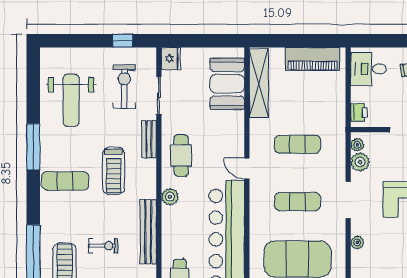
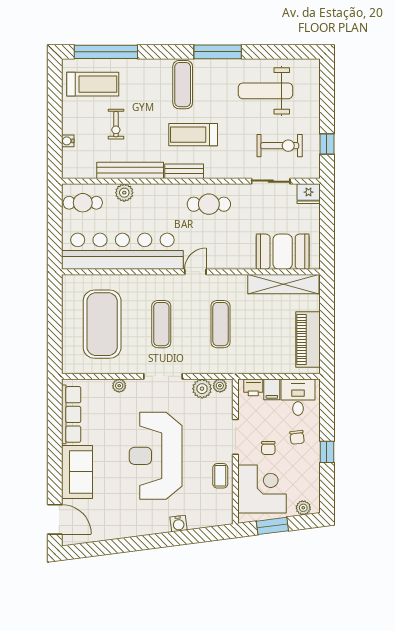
filing cabinet: (361, 94) -> (272, 389), added
bench: (149, 139) -> (184, 171), moved
plant: (170, 197) -> (124, 193), moved

